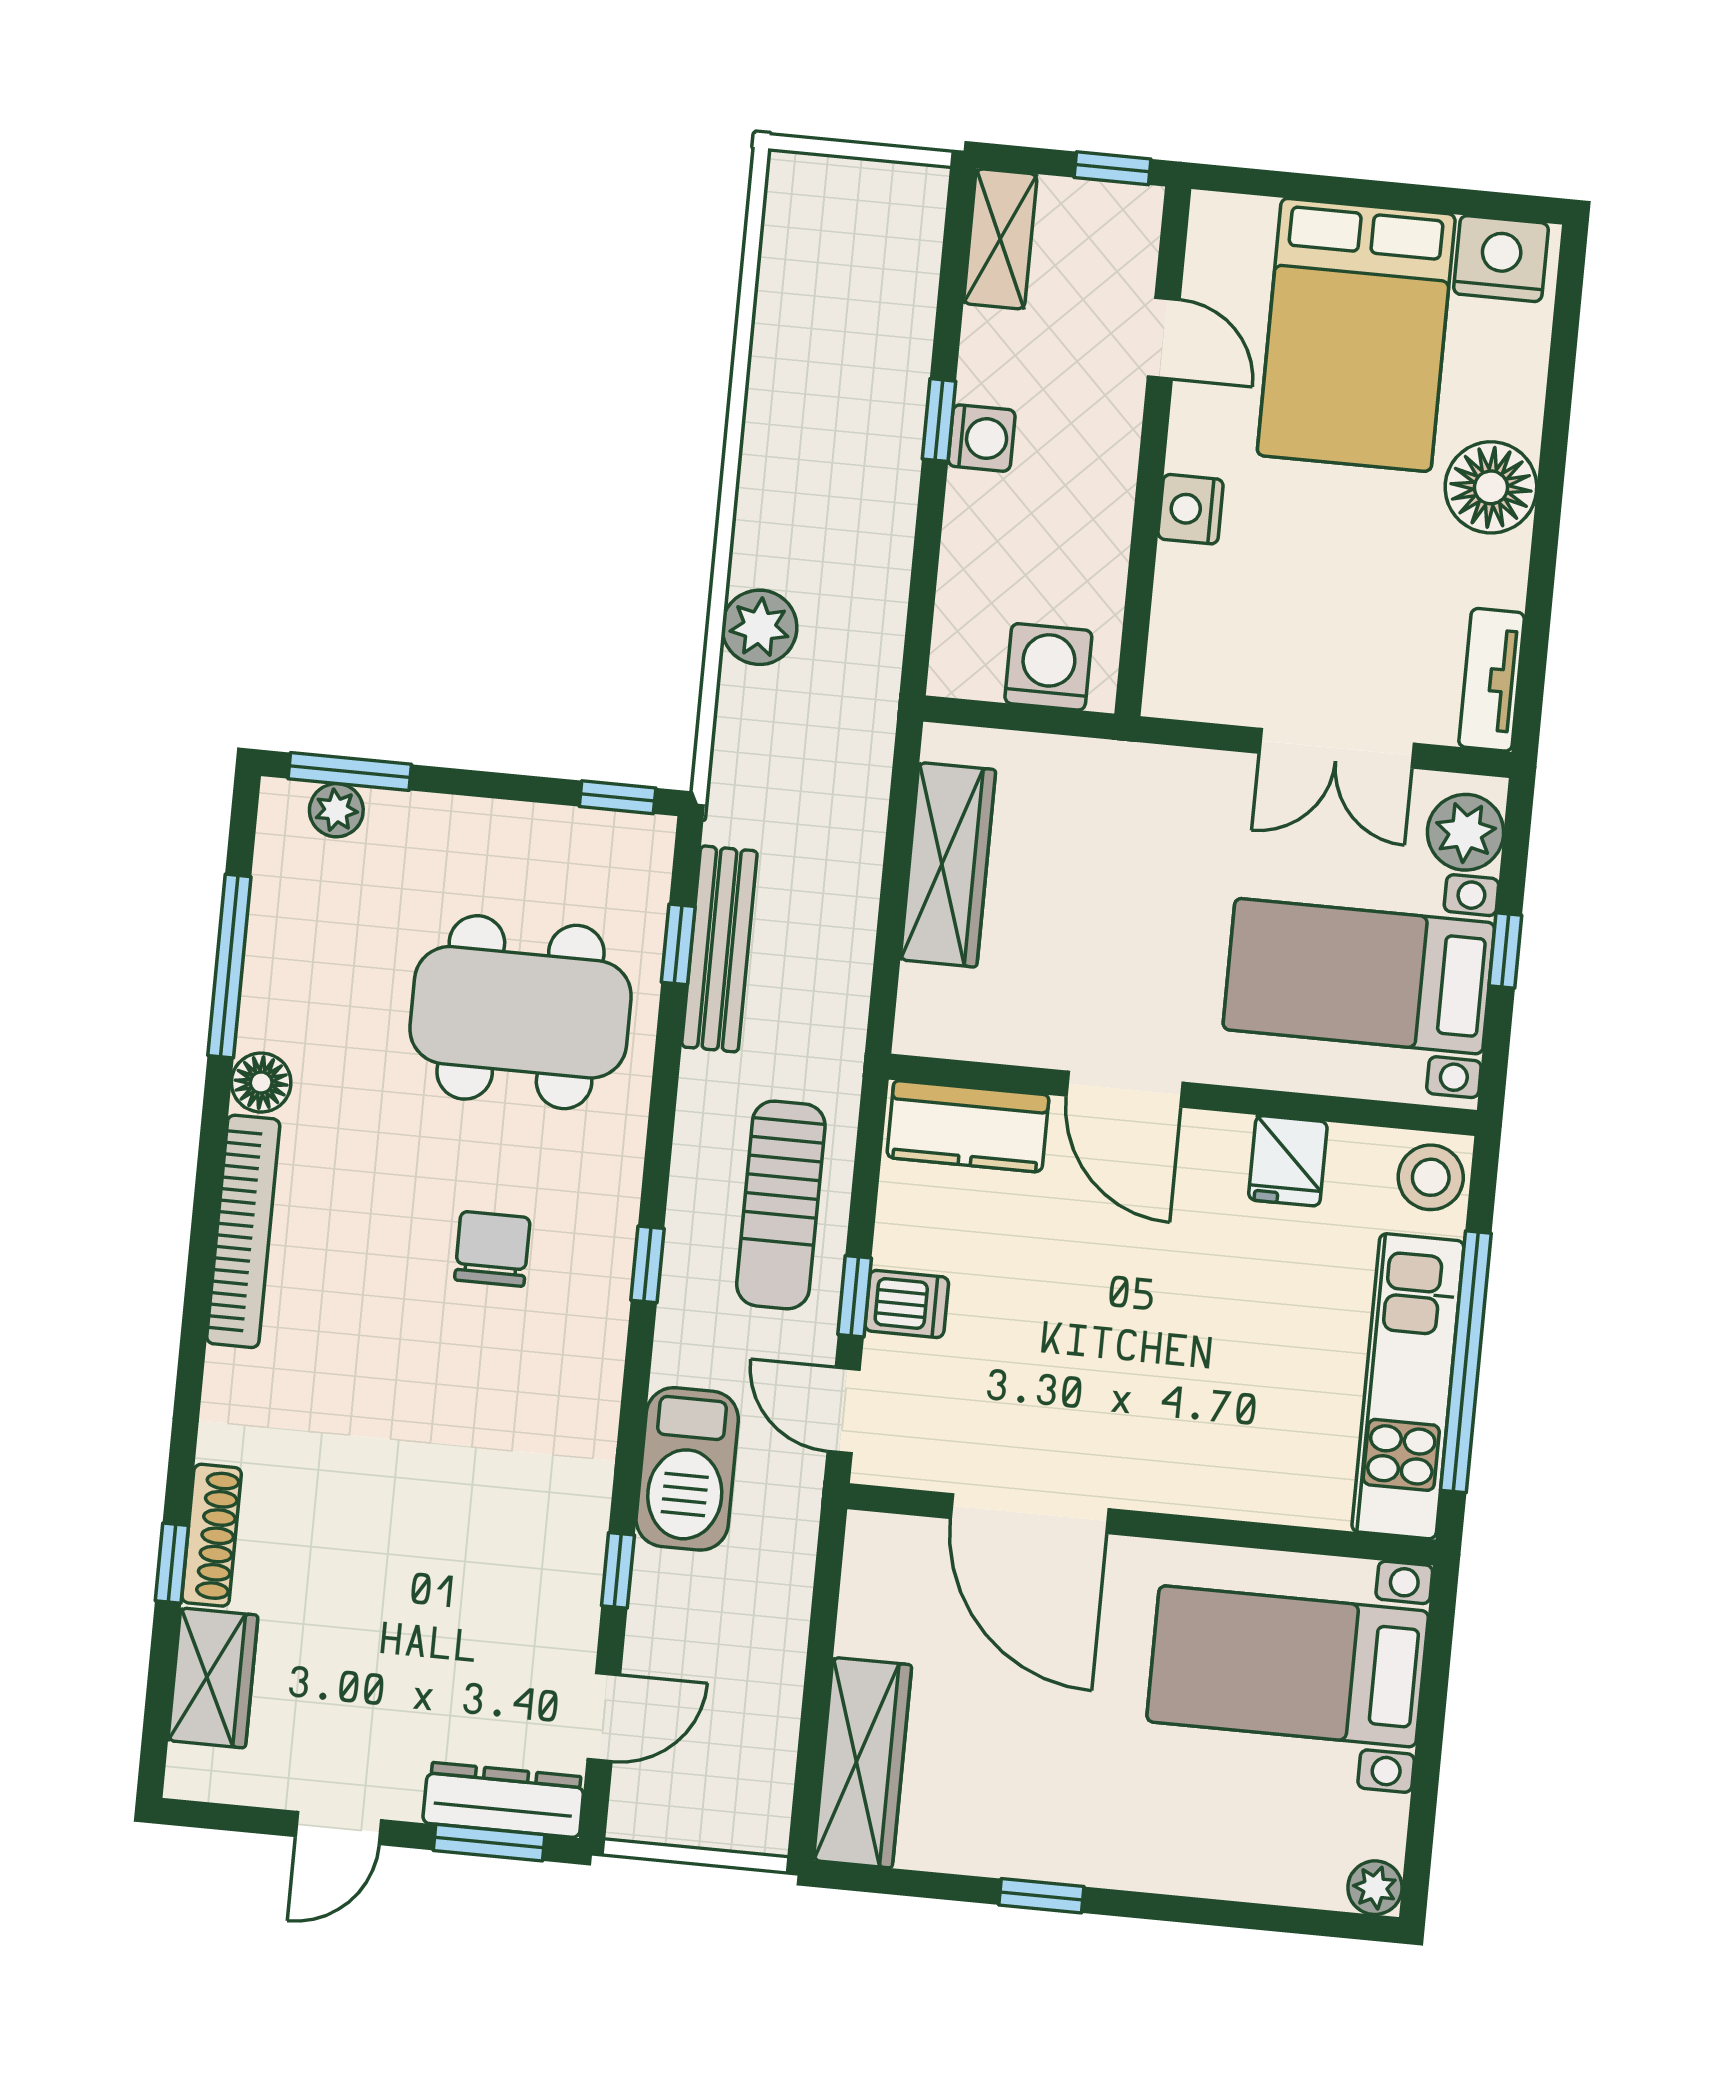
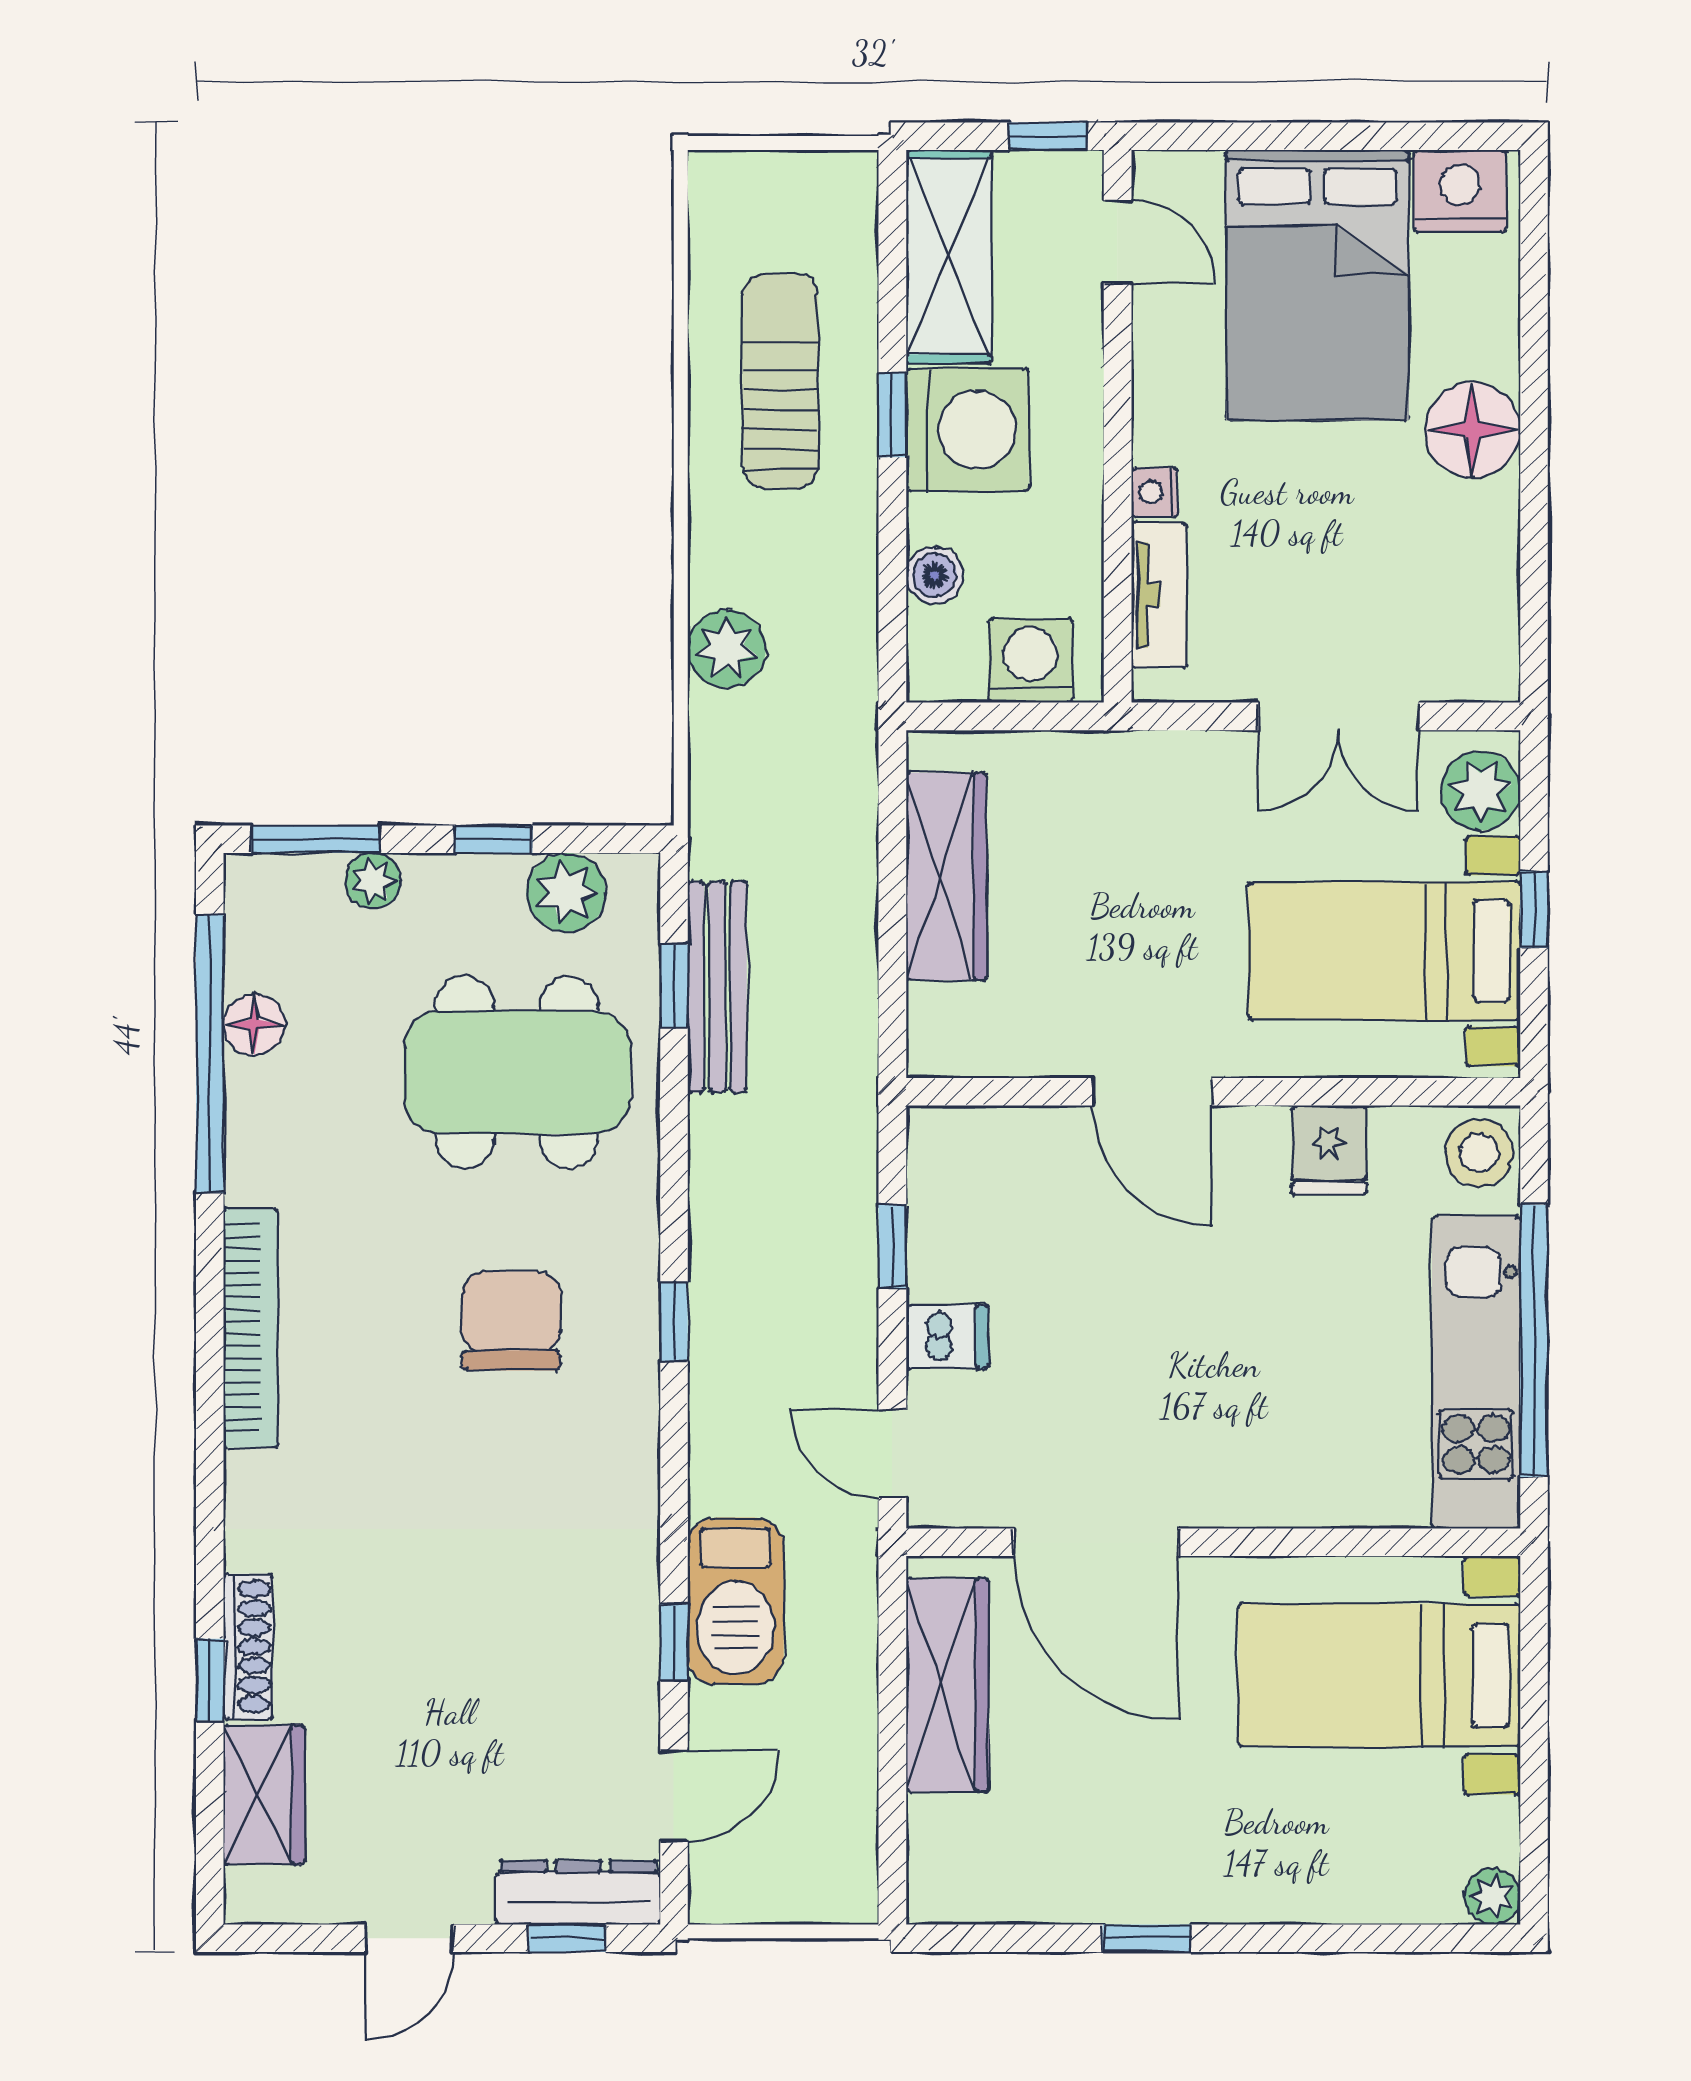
shelving: (1000, 239) -> (949, 256), width x1.50, depth x1.33
door: (1164, 338) -> (1118, 242), moved
washing machine: (982, 438) -> (967, 430), width x1.89, depth x1.89
nightstand: (1191, 509) -> (1154, 492), width x0.72, depth x0.74
boiler: (965, 576) -> (935, 575), added
tv unit: (1492, 680) -> (1159, 595), moved, turned 180
window: (618, 797) -> (493, 839), moved
plant: (336, 810) -> (373, 881), moved
plant: (584, 845) -> (566, 893), added
window: (229, 966) -> (210, 1053), width x1.46
floor lamp: (261, 1083) -> (254, 1025), moved
kitchen counter: (968, 1126) -> (993, 1146), removed
sun lounger: (781, 1205) -> (780, 381), moved, turned 180
chair: (492, 1249) -> (511, 1321), width x1.37, depth x1.37
window: (855, 1296) -> (892, 1246), moved
barbecue: (687, 1469) -> (736, 1601), moved
wardrobe: (863, 1763) -> (947, 1685), moved
window: (489, 1843) -> (567, 1938), width x0.67

